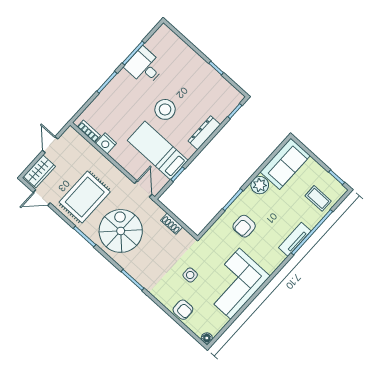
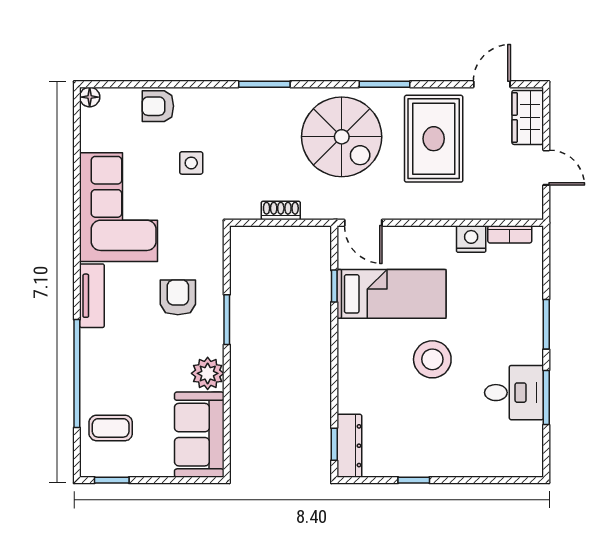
dresser: (204, 133) -> (349, 446), moved
tv unit: (295, 239) -> (92, 296), moved

